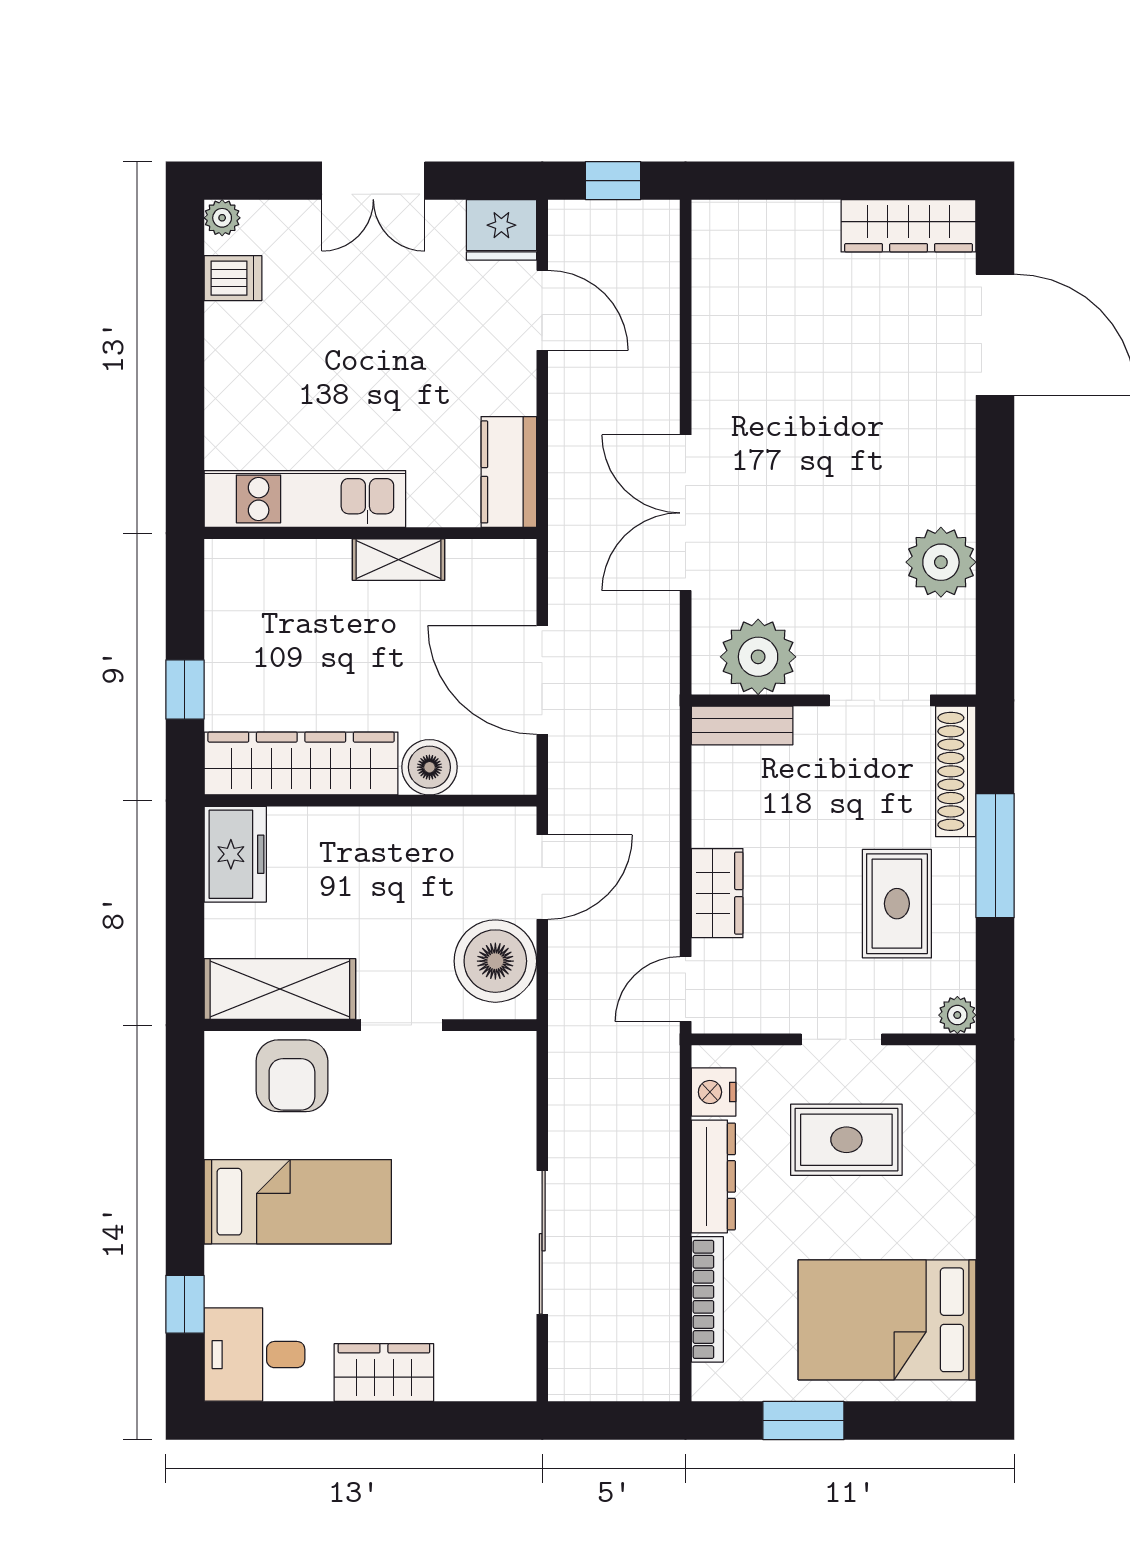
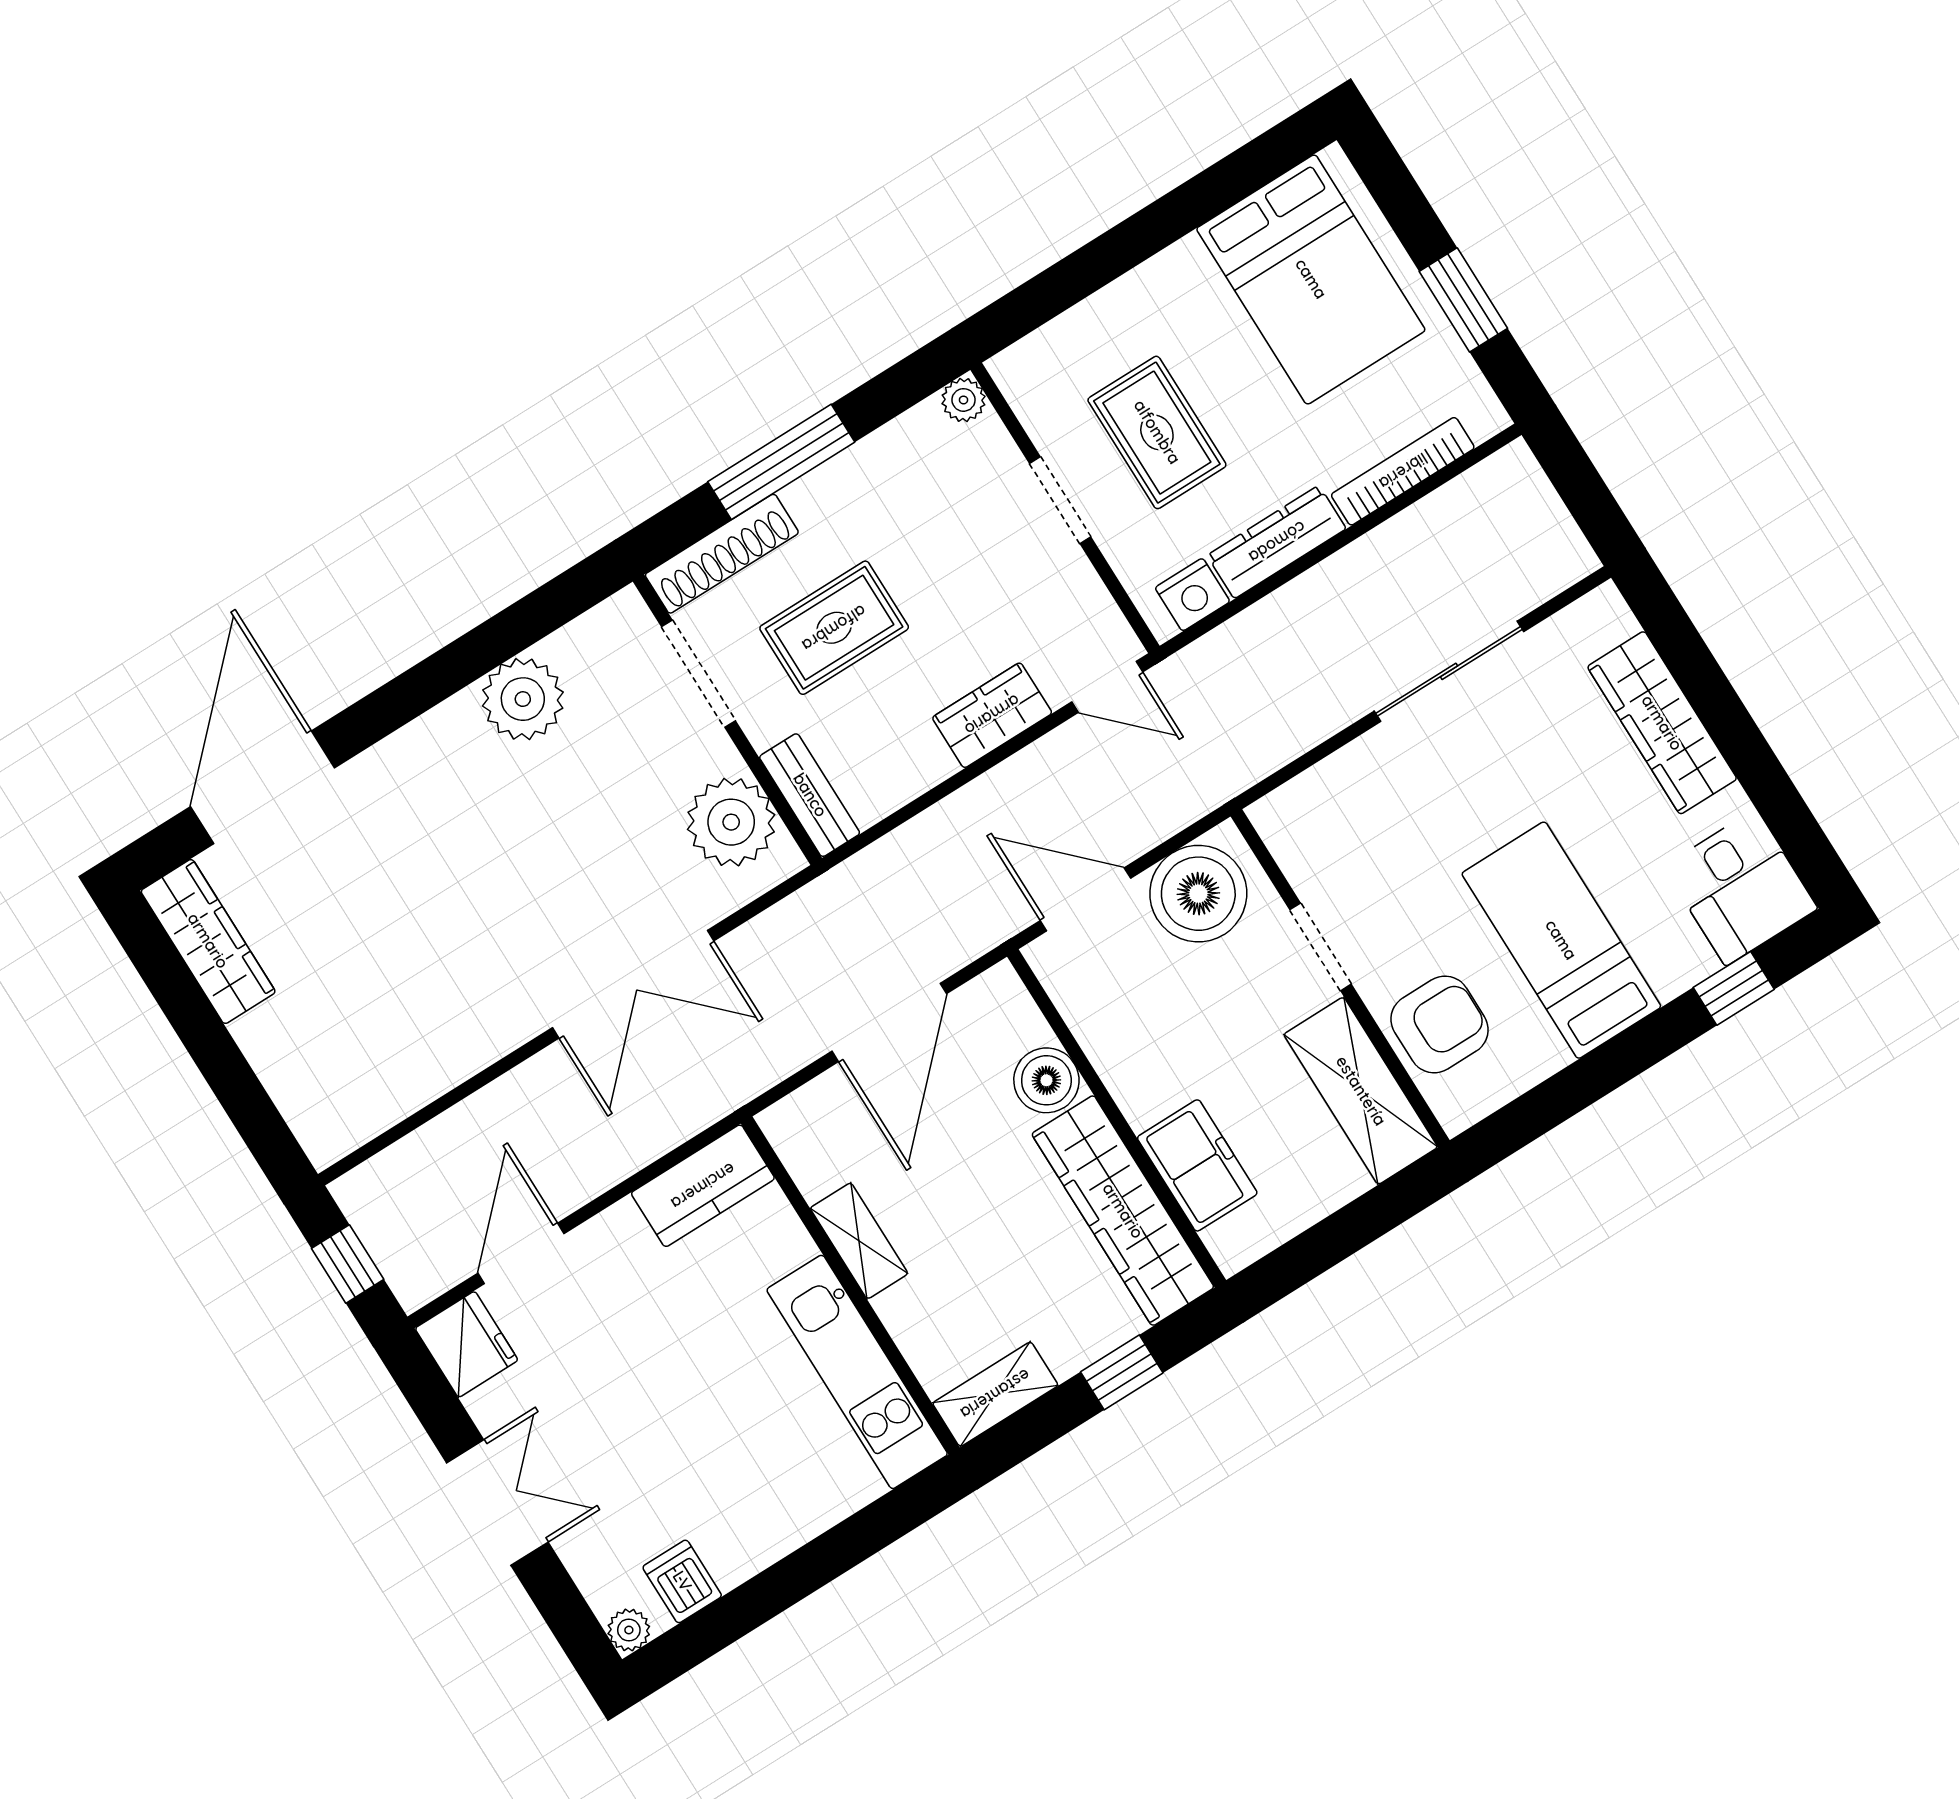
shelving: (226, 588) -> (995, 1394), added
freezer: (235, 854) -> (1197, 1165), moved, turned 90
rug: (897, 904) -> (834, 628), moved
wardrobe: (384, 1373) -> (1662, 723), width x1.50

